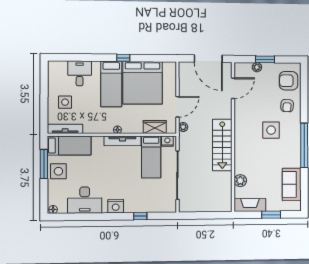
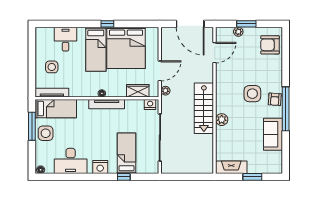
armchair: (287, 106) -> (275, 99), moved
bed: (151, 157) -> (127, 153), moved, turned 180
plant: (240, 181) -> (222, 120), moved
sofa: (292, 184) -> (273, 134), moved

